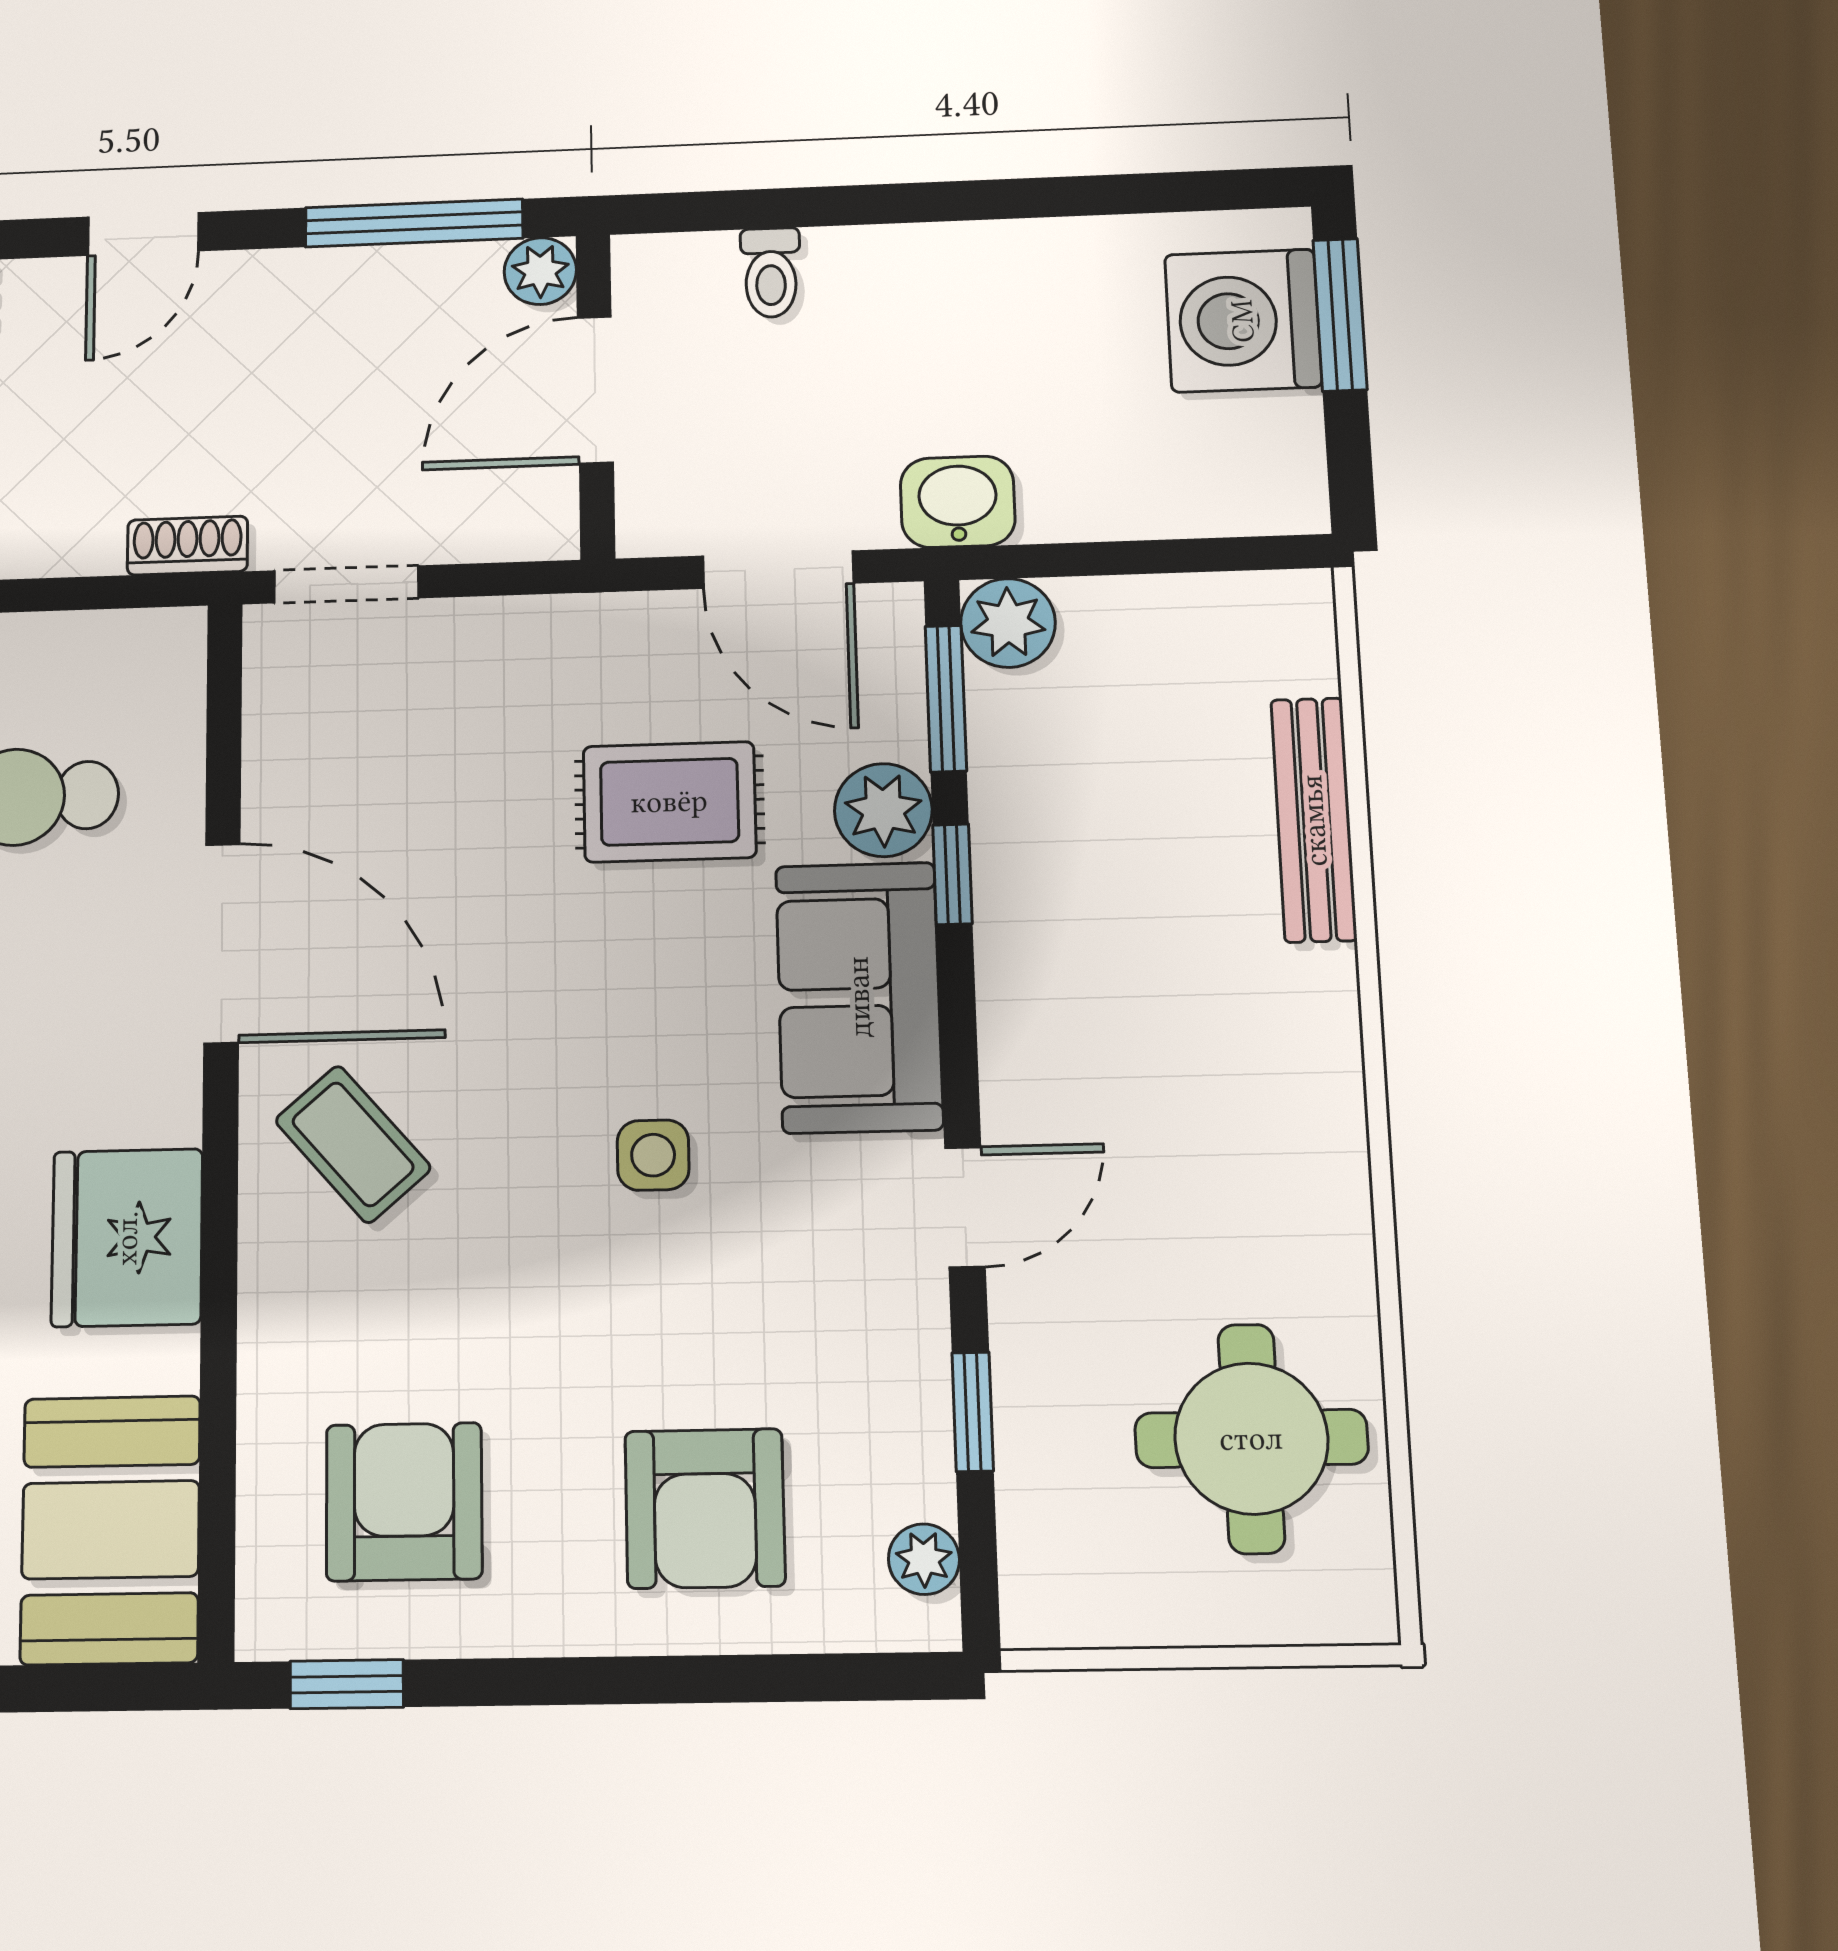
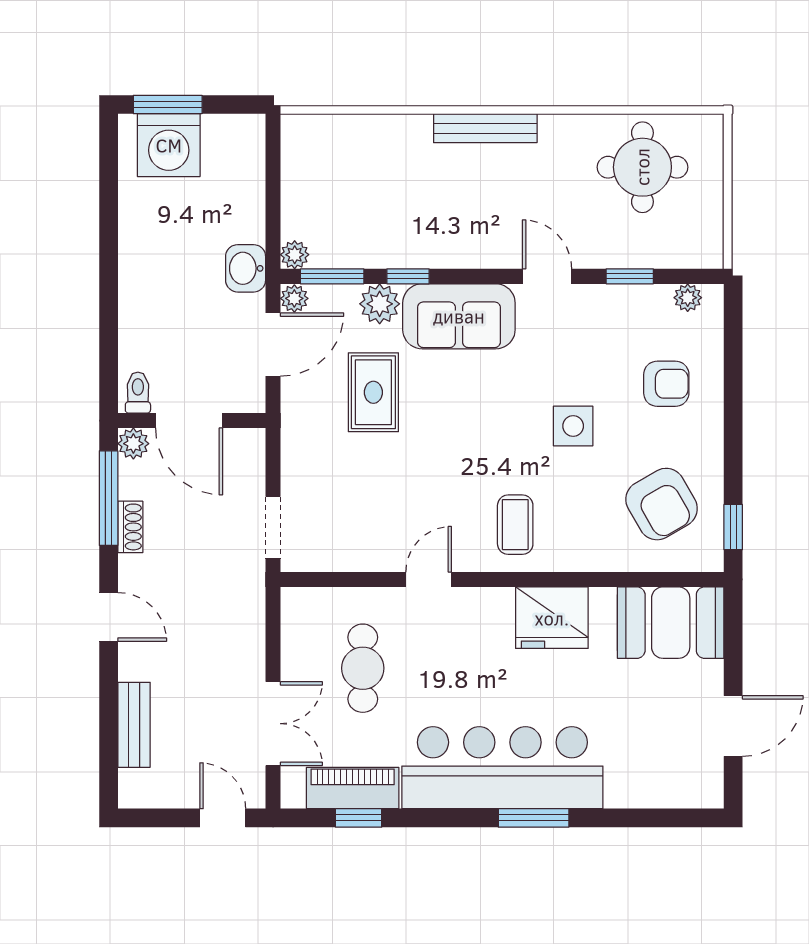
toilet: (771, 273) -> (138, 393), moved, turned -90
shoe rack: (188, 546) -> (130, 527), moved, turned 180
plant: (890, 614) -> (294, 298), added
plant: (1008, 623) -> (295, 255), width x0.73, depth x0.73
bench: (1314, 820) -> (485, 128), moved
door: (222, 943) -> (429, 579), width x0.53
coffee table: (353, 1144) -> (515, 525), turned -49
side table: (653, 1155) -> (573, 426), moved, width x1.37, depth x1.37
armchair: (404, 1502) -> (662, 504), turned -120
armchair: (705, 1508) -> (666, 384), width x0.72, depth x0.72

